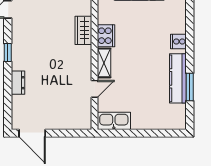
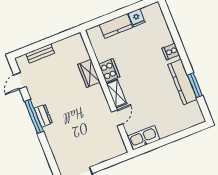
window: (8, 52) -> (34, 116), width x2.17
dresser: (18, 83) -> (43, 116), moved

